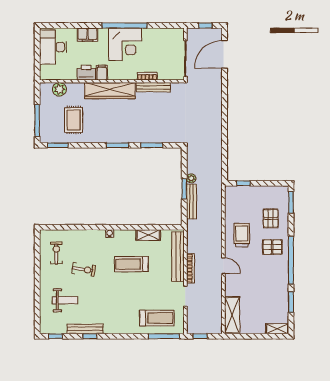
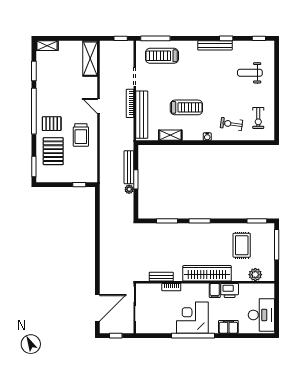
bench: (153, 87) -> (161, 277), width x0.73
pallet: (271, 218) -> (53, 151), width x1.50, depth x1.42
exercise bike: (84, 269) -> (231, 124), moved
bench: (85, 329) -> (215, 45), moved

